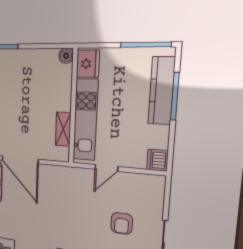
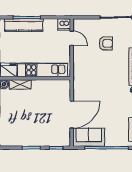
shelving: (63, 129) -> (20, 84), moved
door: (106, 168) -> (72, 38), moved

